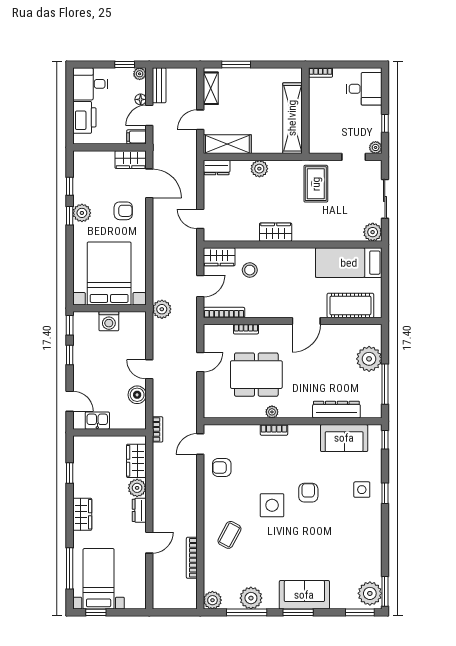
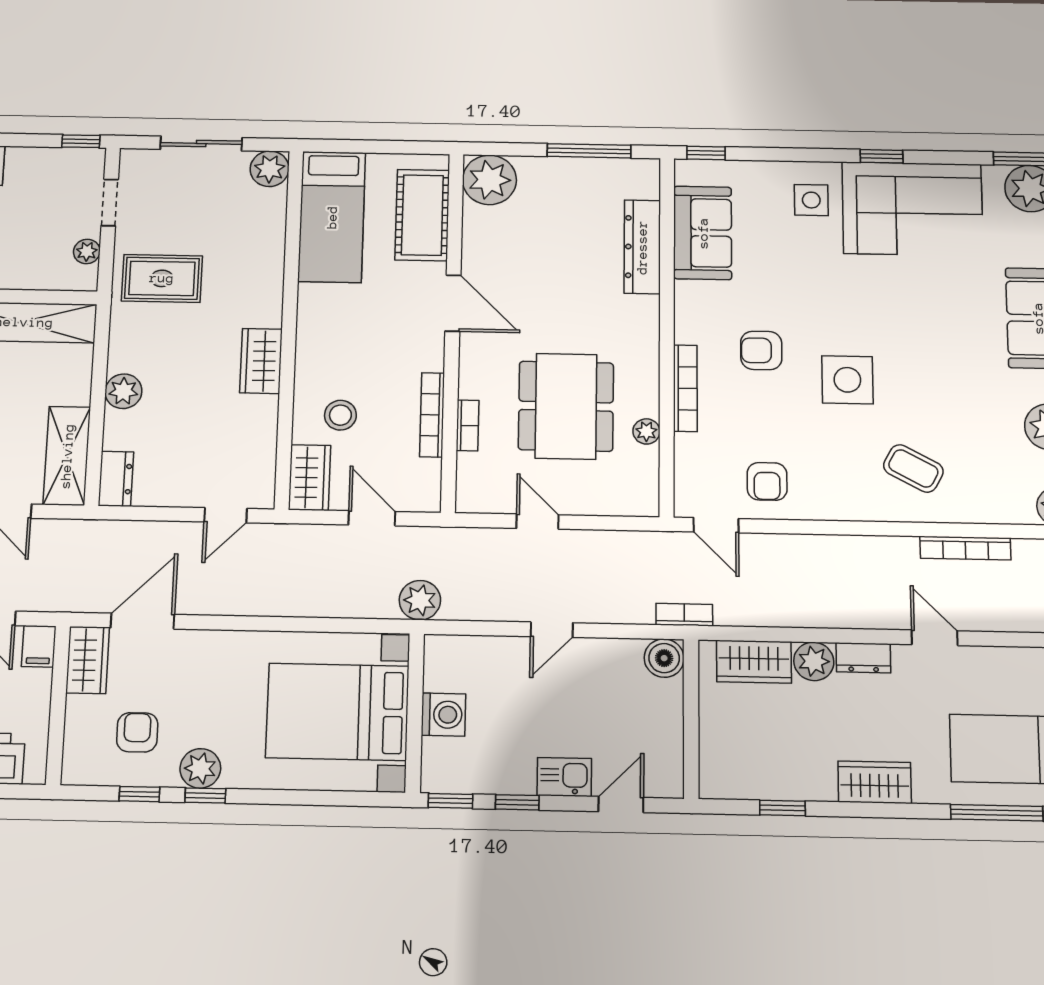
window: (385, 123) -> (81, 141), moved
plant: (376, 147) -> (87, 251), moved
armchair: (123, 211) -> (137, 732), moved
bookcase: (224, 313) -> (432, 415), moved
plant: (369, 359) -> (489, 180), moved
boiler: (137, 395) -> (664, 658), moved
plant: (272, 412) -> (646, 431), moved
kitchen sink: (97, 421) -> (564, 777), moved, turned 90
bookcase: (274, 430) -> (685, 388), width x1.56
armchair: (308, 493) -> (761, 350), moved
window: (385, 493) -> (882, 156), moved
corner sofa: (358, 537) -> (913, 209), added

